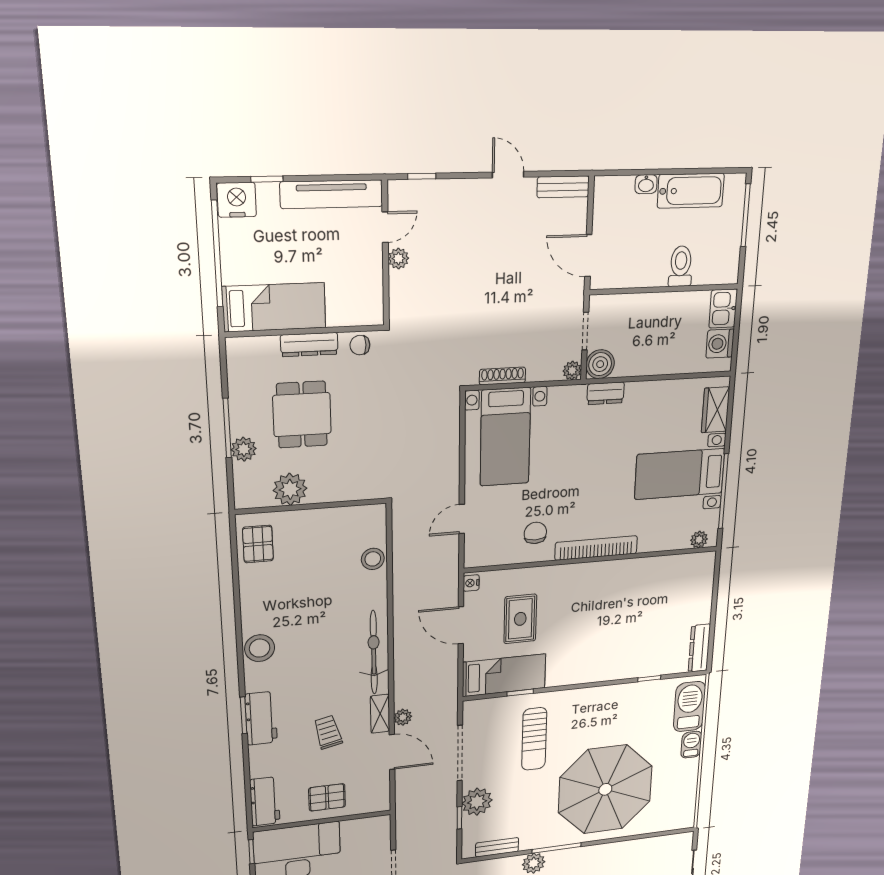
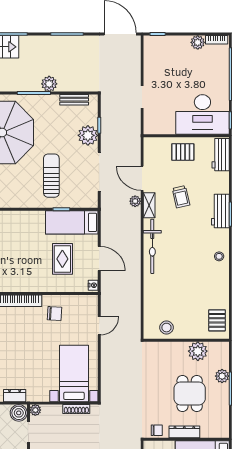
chair: (535, 533) -> (54, 313), turned -87
stool: (373, 559) -> (166, 328), moved
stool: (260, 648) -> (219, 256), width x0.53, depth x0.53

